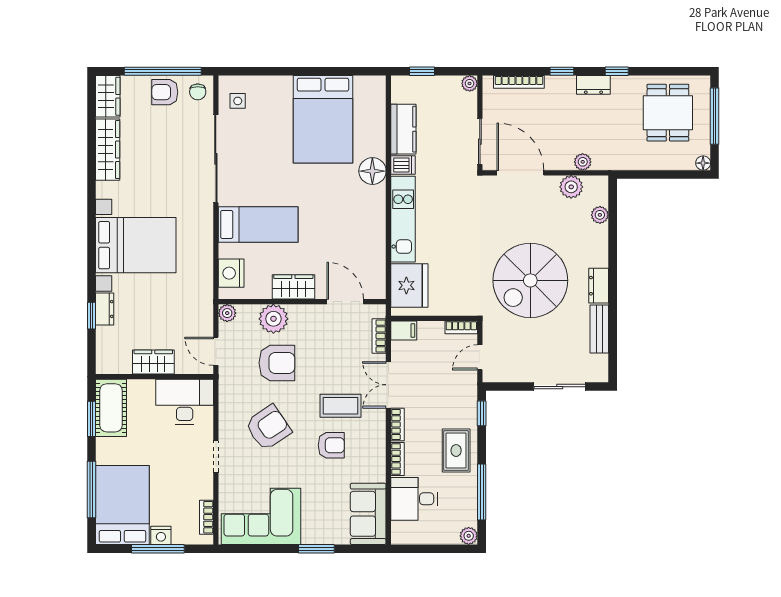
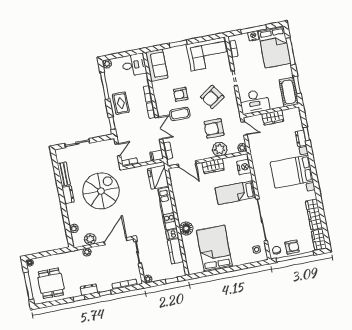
door: (520, 173) -> (116, 241), swing flipped
desk: (414, 499) -> (134, 65), moved

